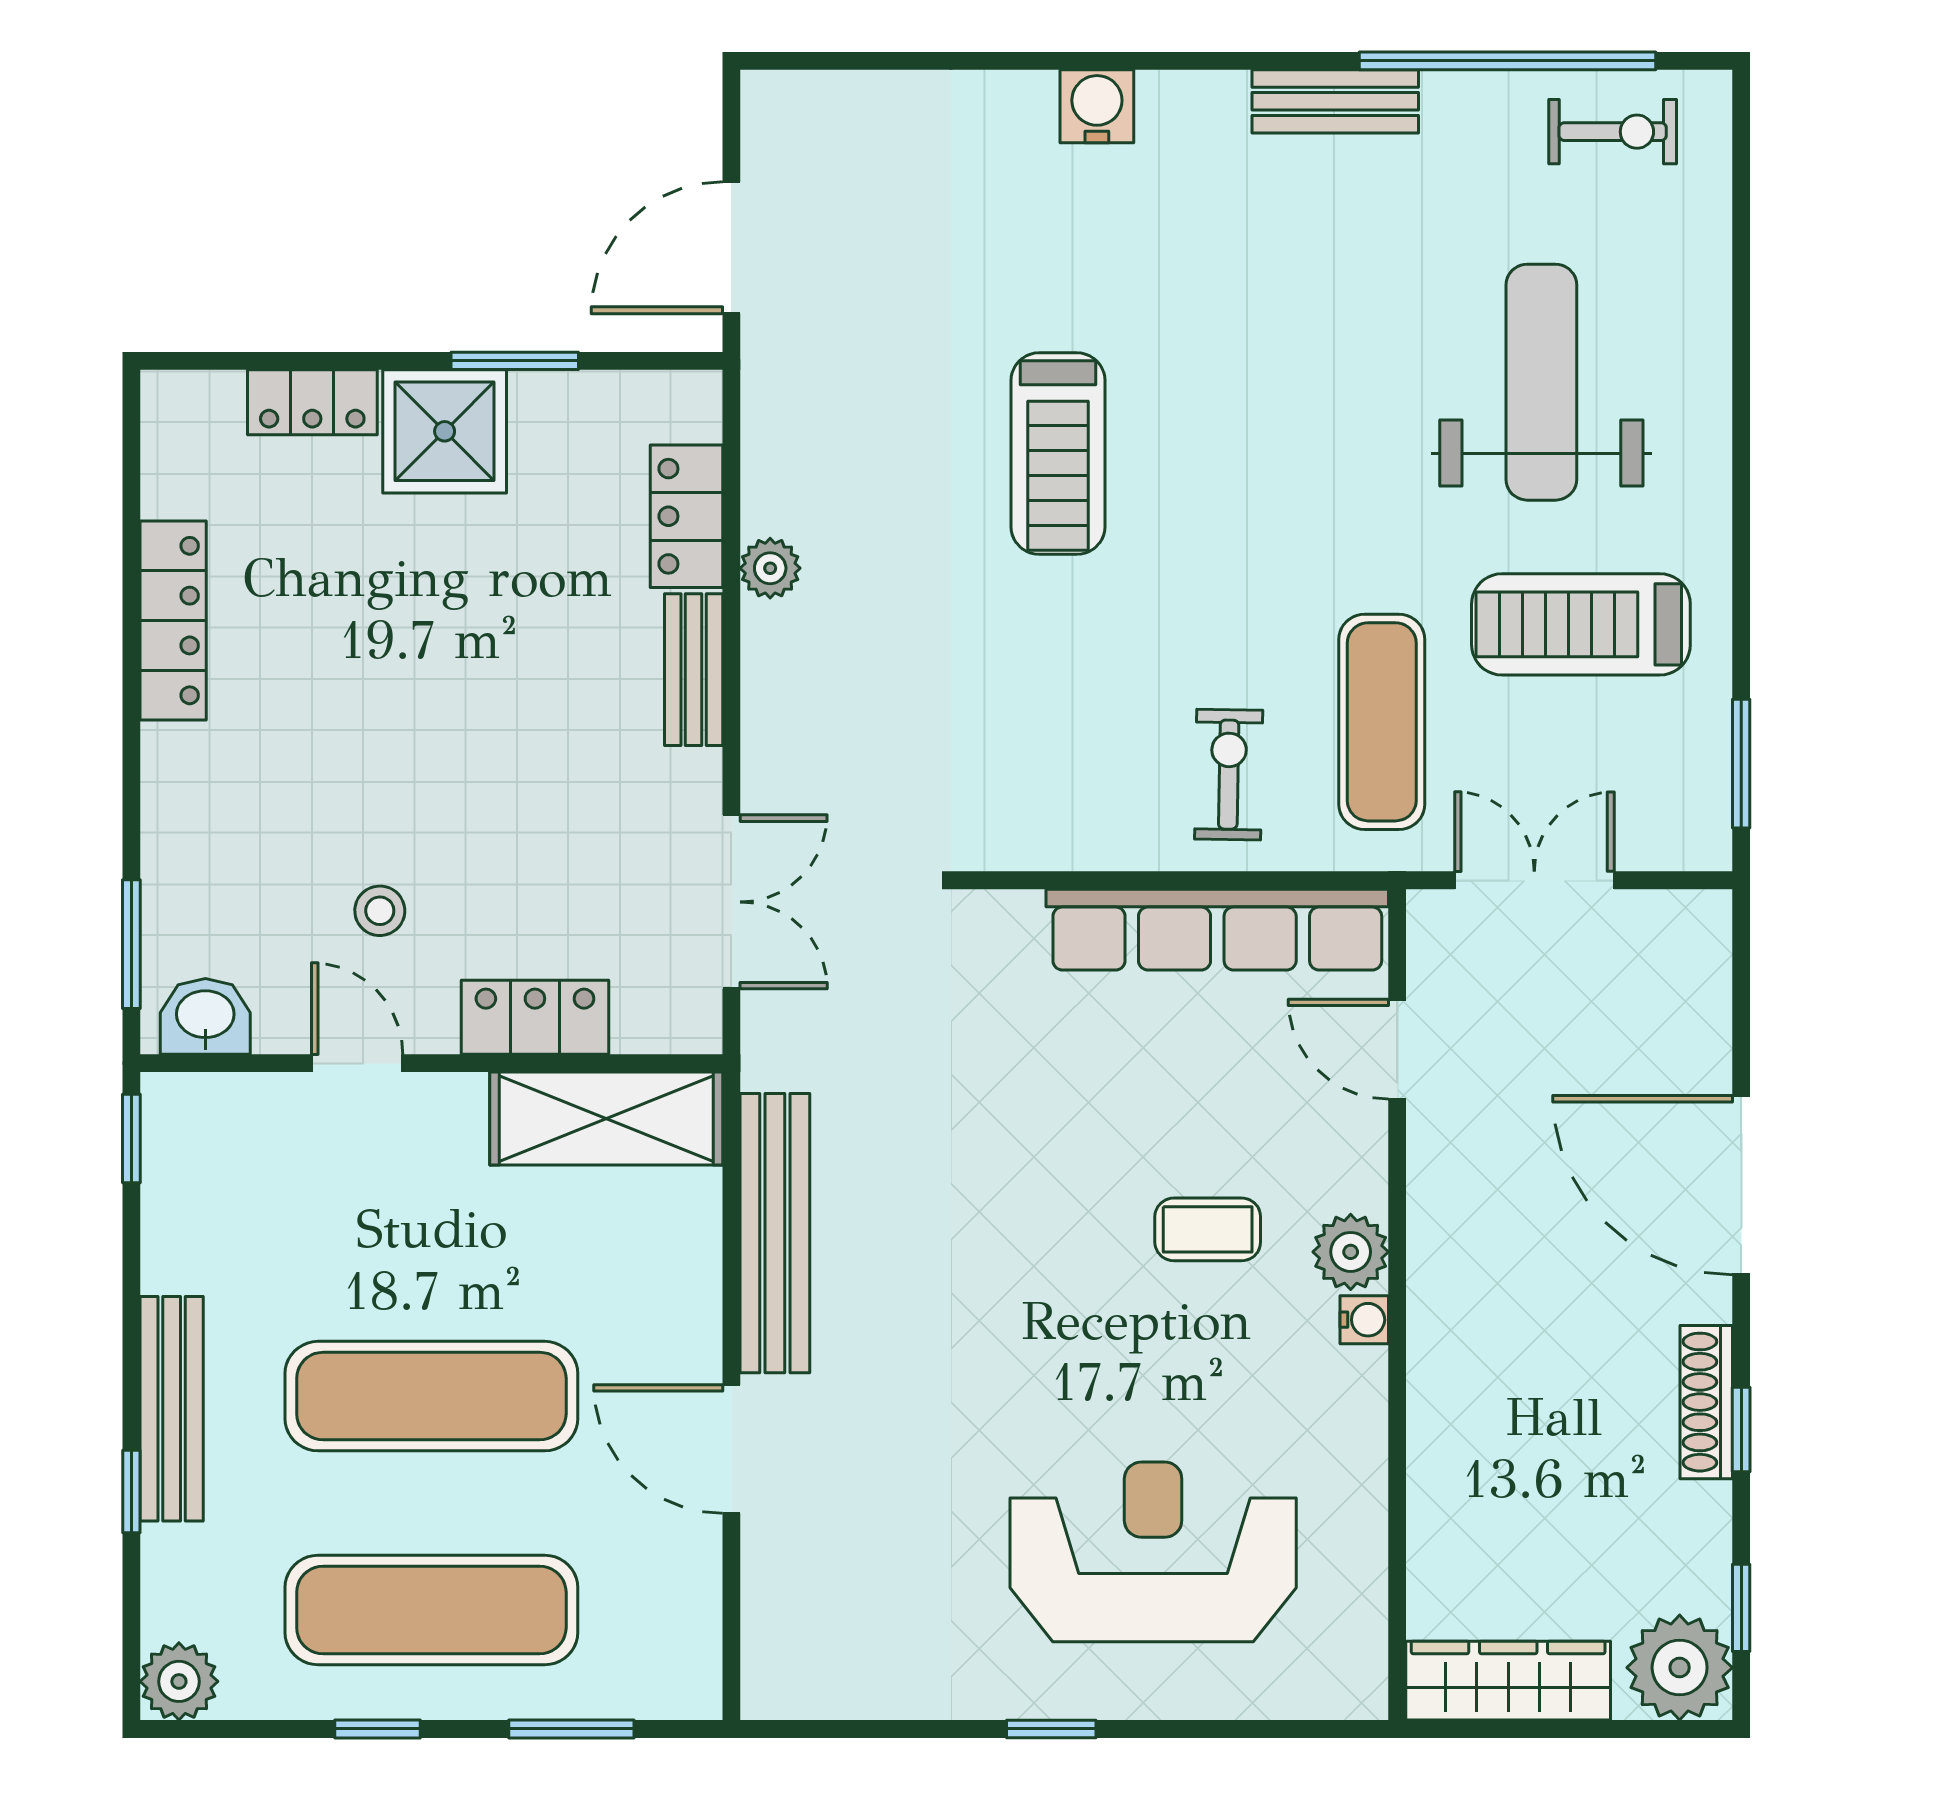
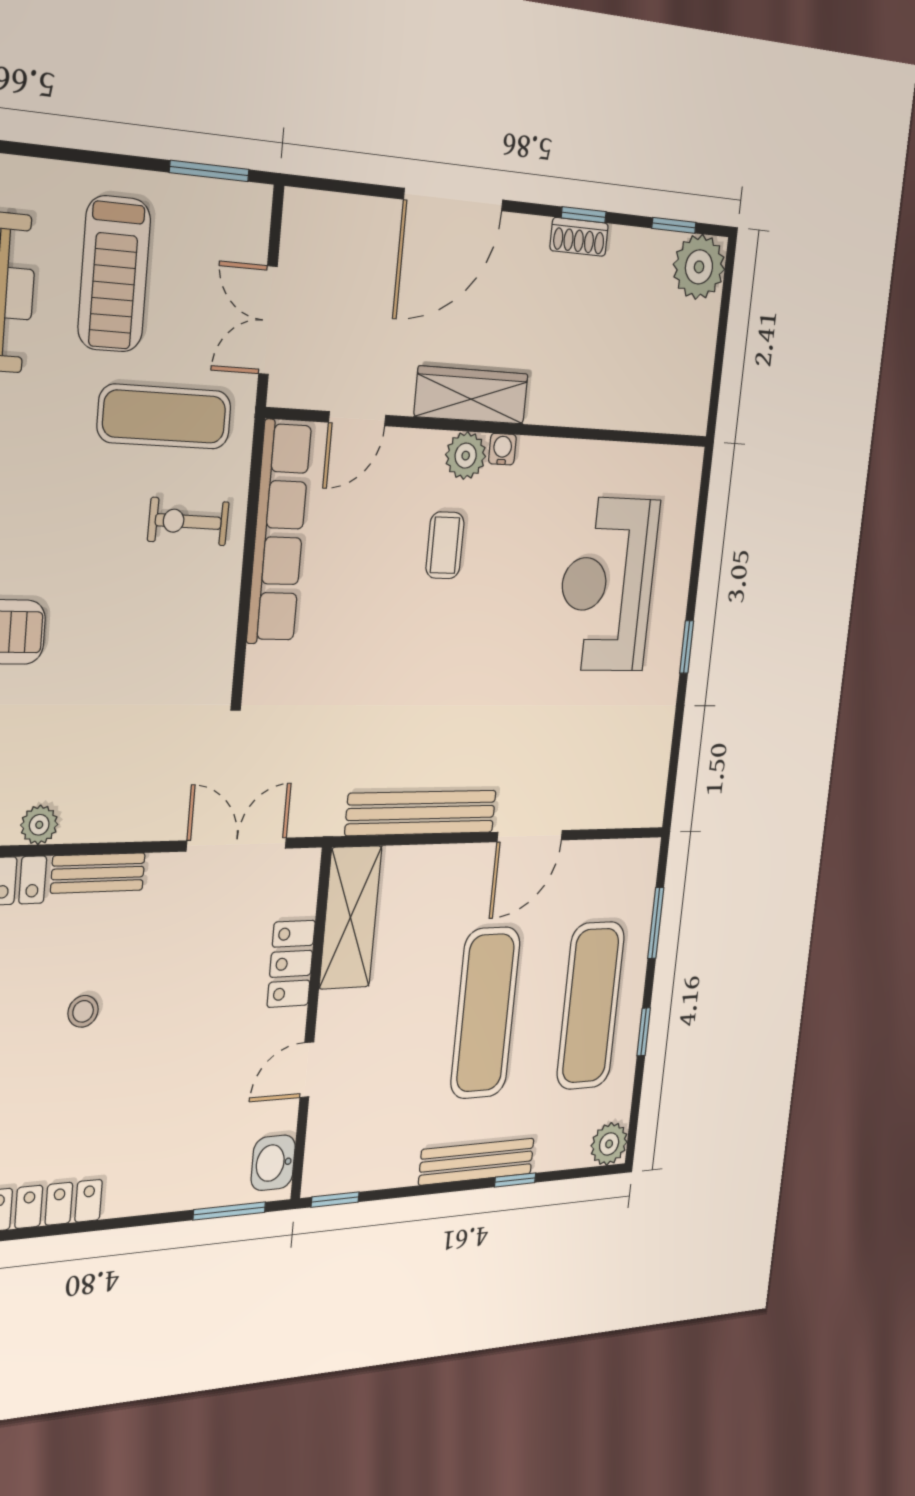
stool: (380, 911) -> (83, 1011), moved
shoe rack: (1706, 1402) -> (579, 237), width x0.70
wardrobe: (1508, 1681) -> (471, 395), moved, turned 90

